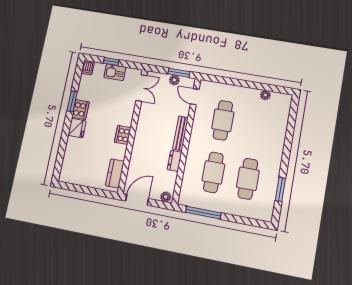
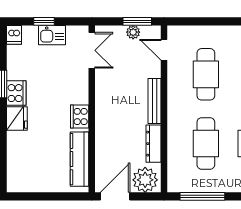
dresser: (174, 161) -> (153, 144), width x1.44
kitchen counter: (115, 173) -> (79, 159), width x1.50
plant: (166, 197) -> (145, 180), width x1.87, depth x1.87

